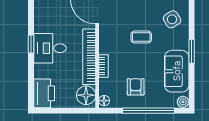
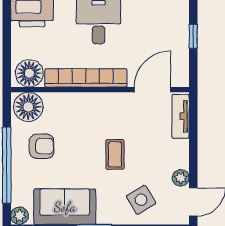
bookcase: (103, 66) -> (72, 99), removed
floor lamp: (104, 101) -> (28, 107), width x1.89, depth x1.89

